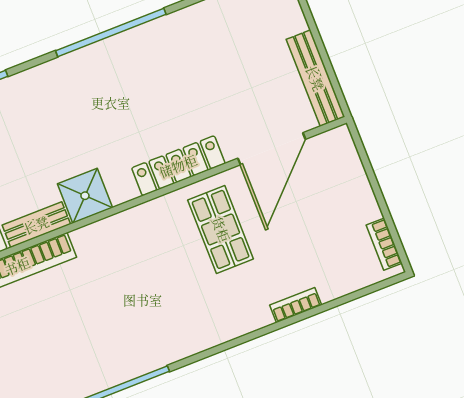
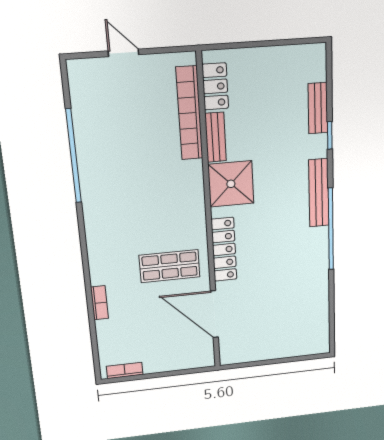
bench: (315, 78) -> (319, 193), moved, turned 90
shower: (85, 196) -> (231, 184), width x1.36, depth x1.36

